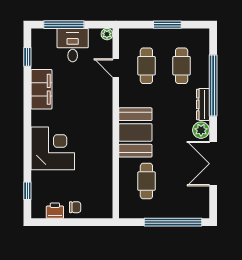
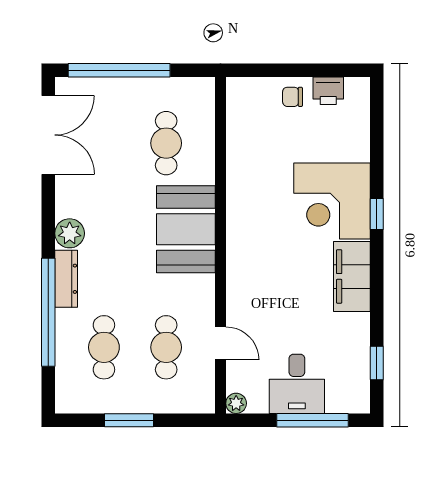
filing cabinet: (42, 89) -> (352, 276), moved
double door: (213, 164) -> (48, 135), moved
window: (27, 191) -> (377, 214), moved

